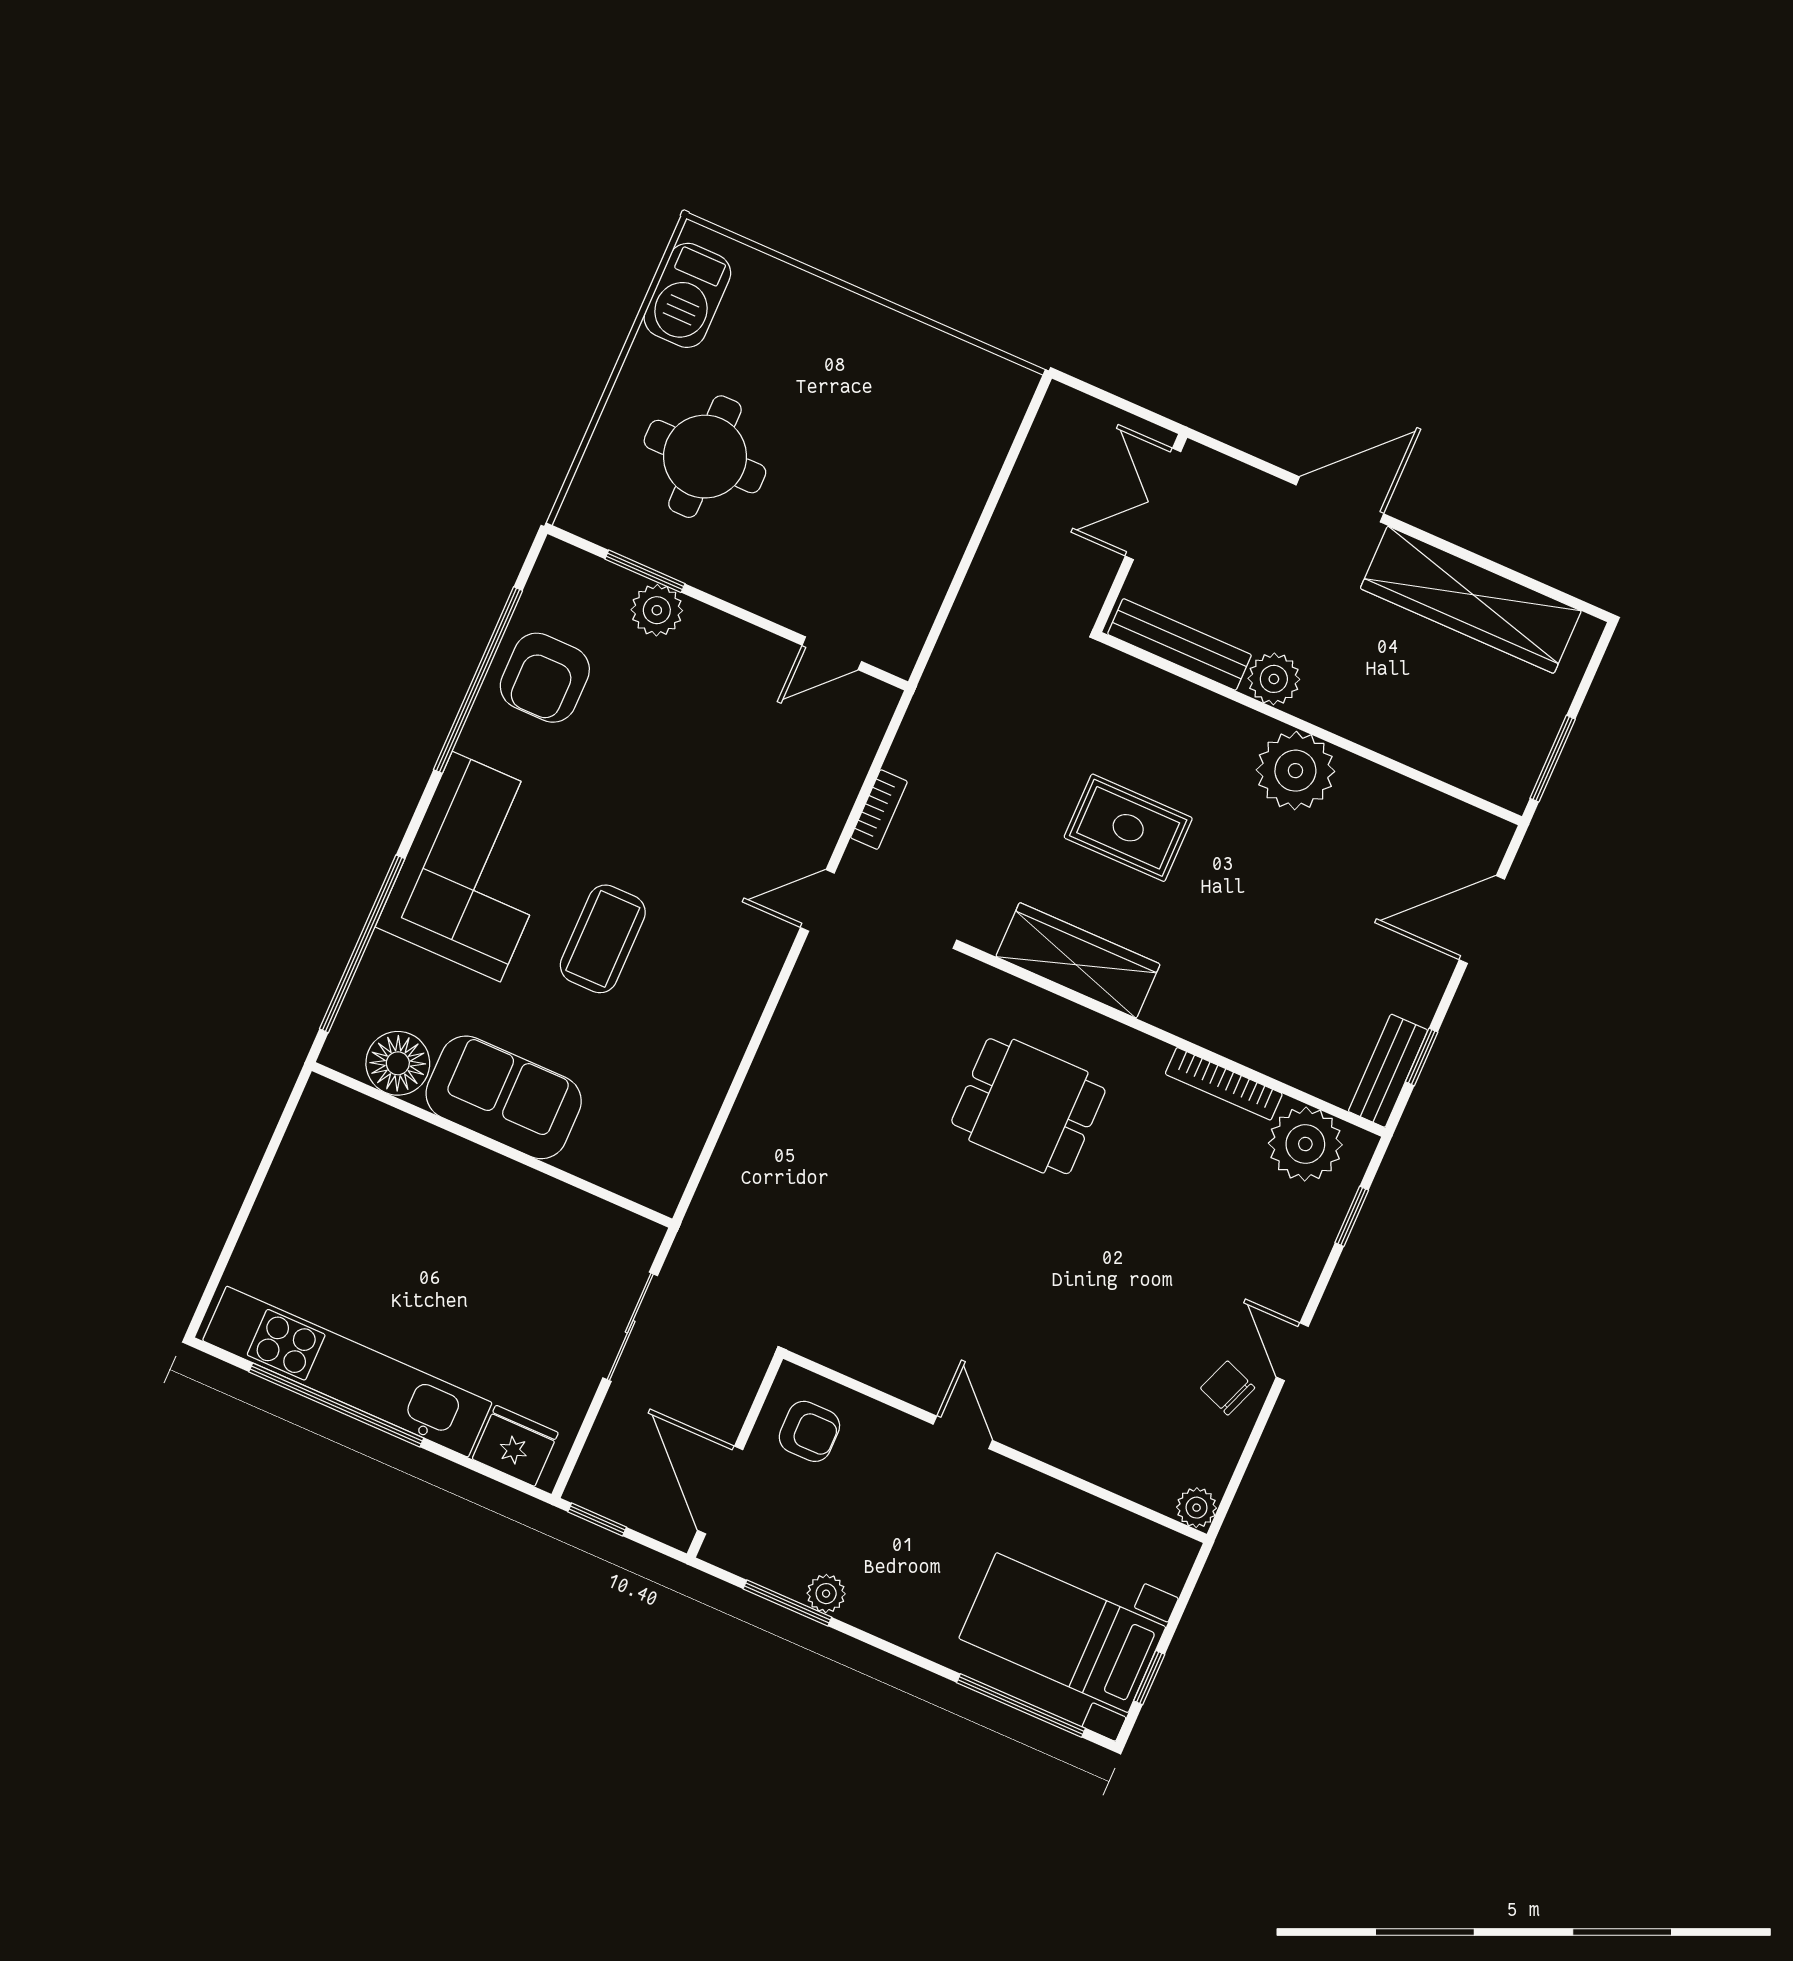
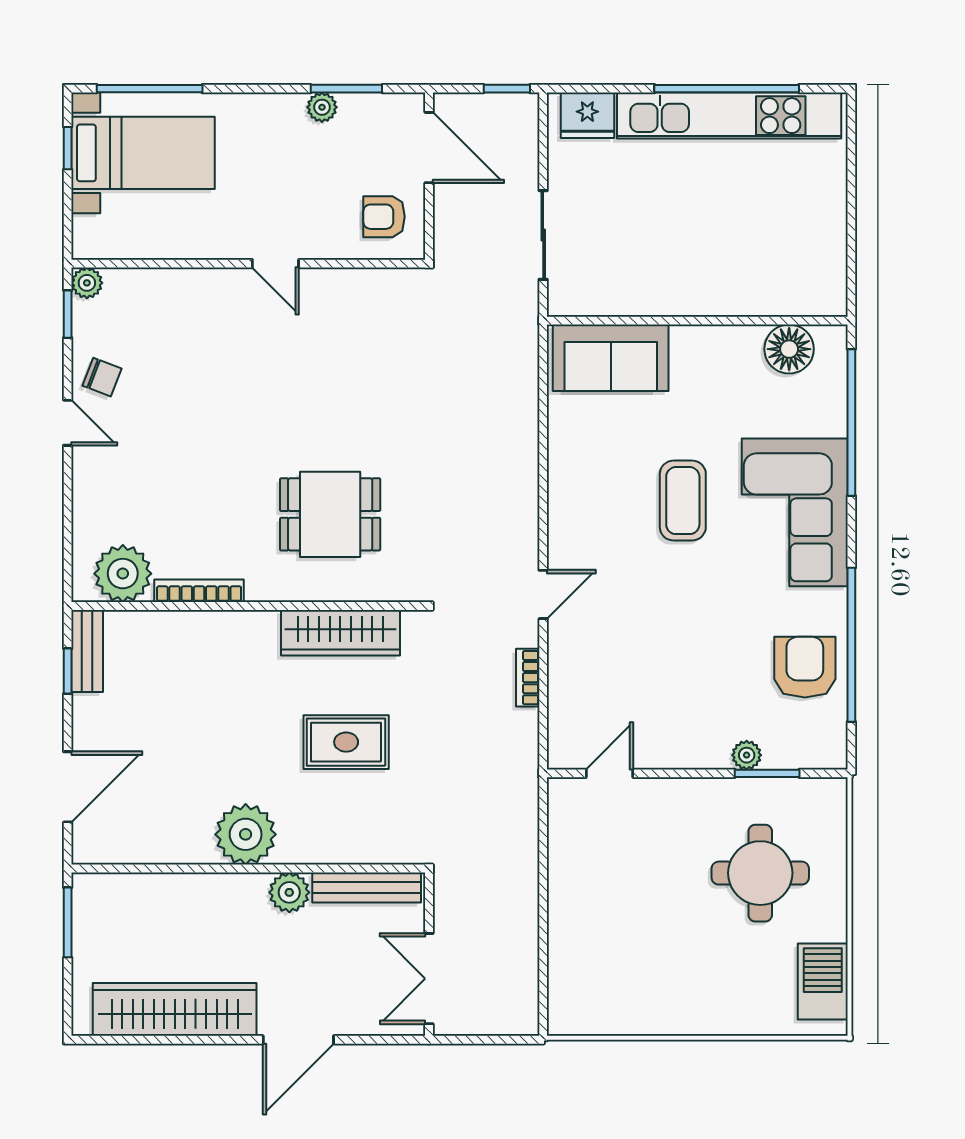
double door: (1153, 504) -> (429, 979), swing flipped
plant: (657, 610) -> (747, 755), width x0.73, depth x0.73
sofa: (504, 1097) -> (611, 358), moved
window: (1352, 1216) -> (68, 314), moved

